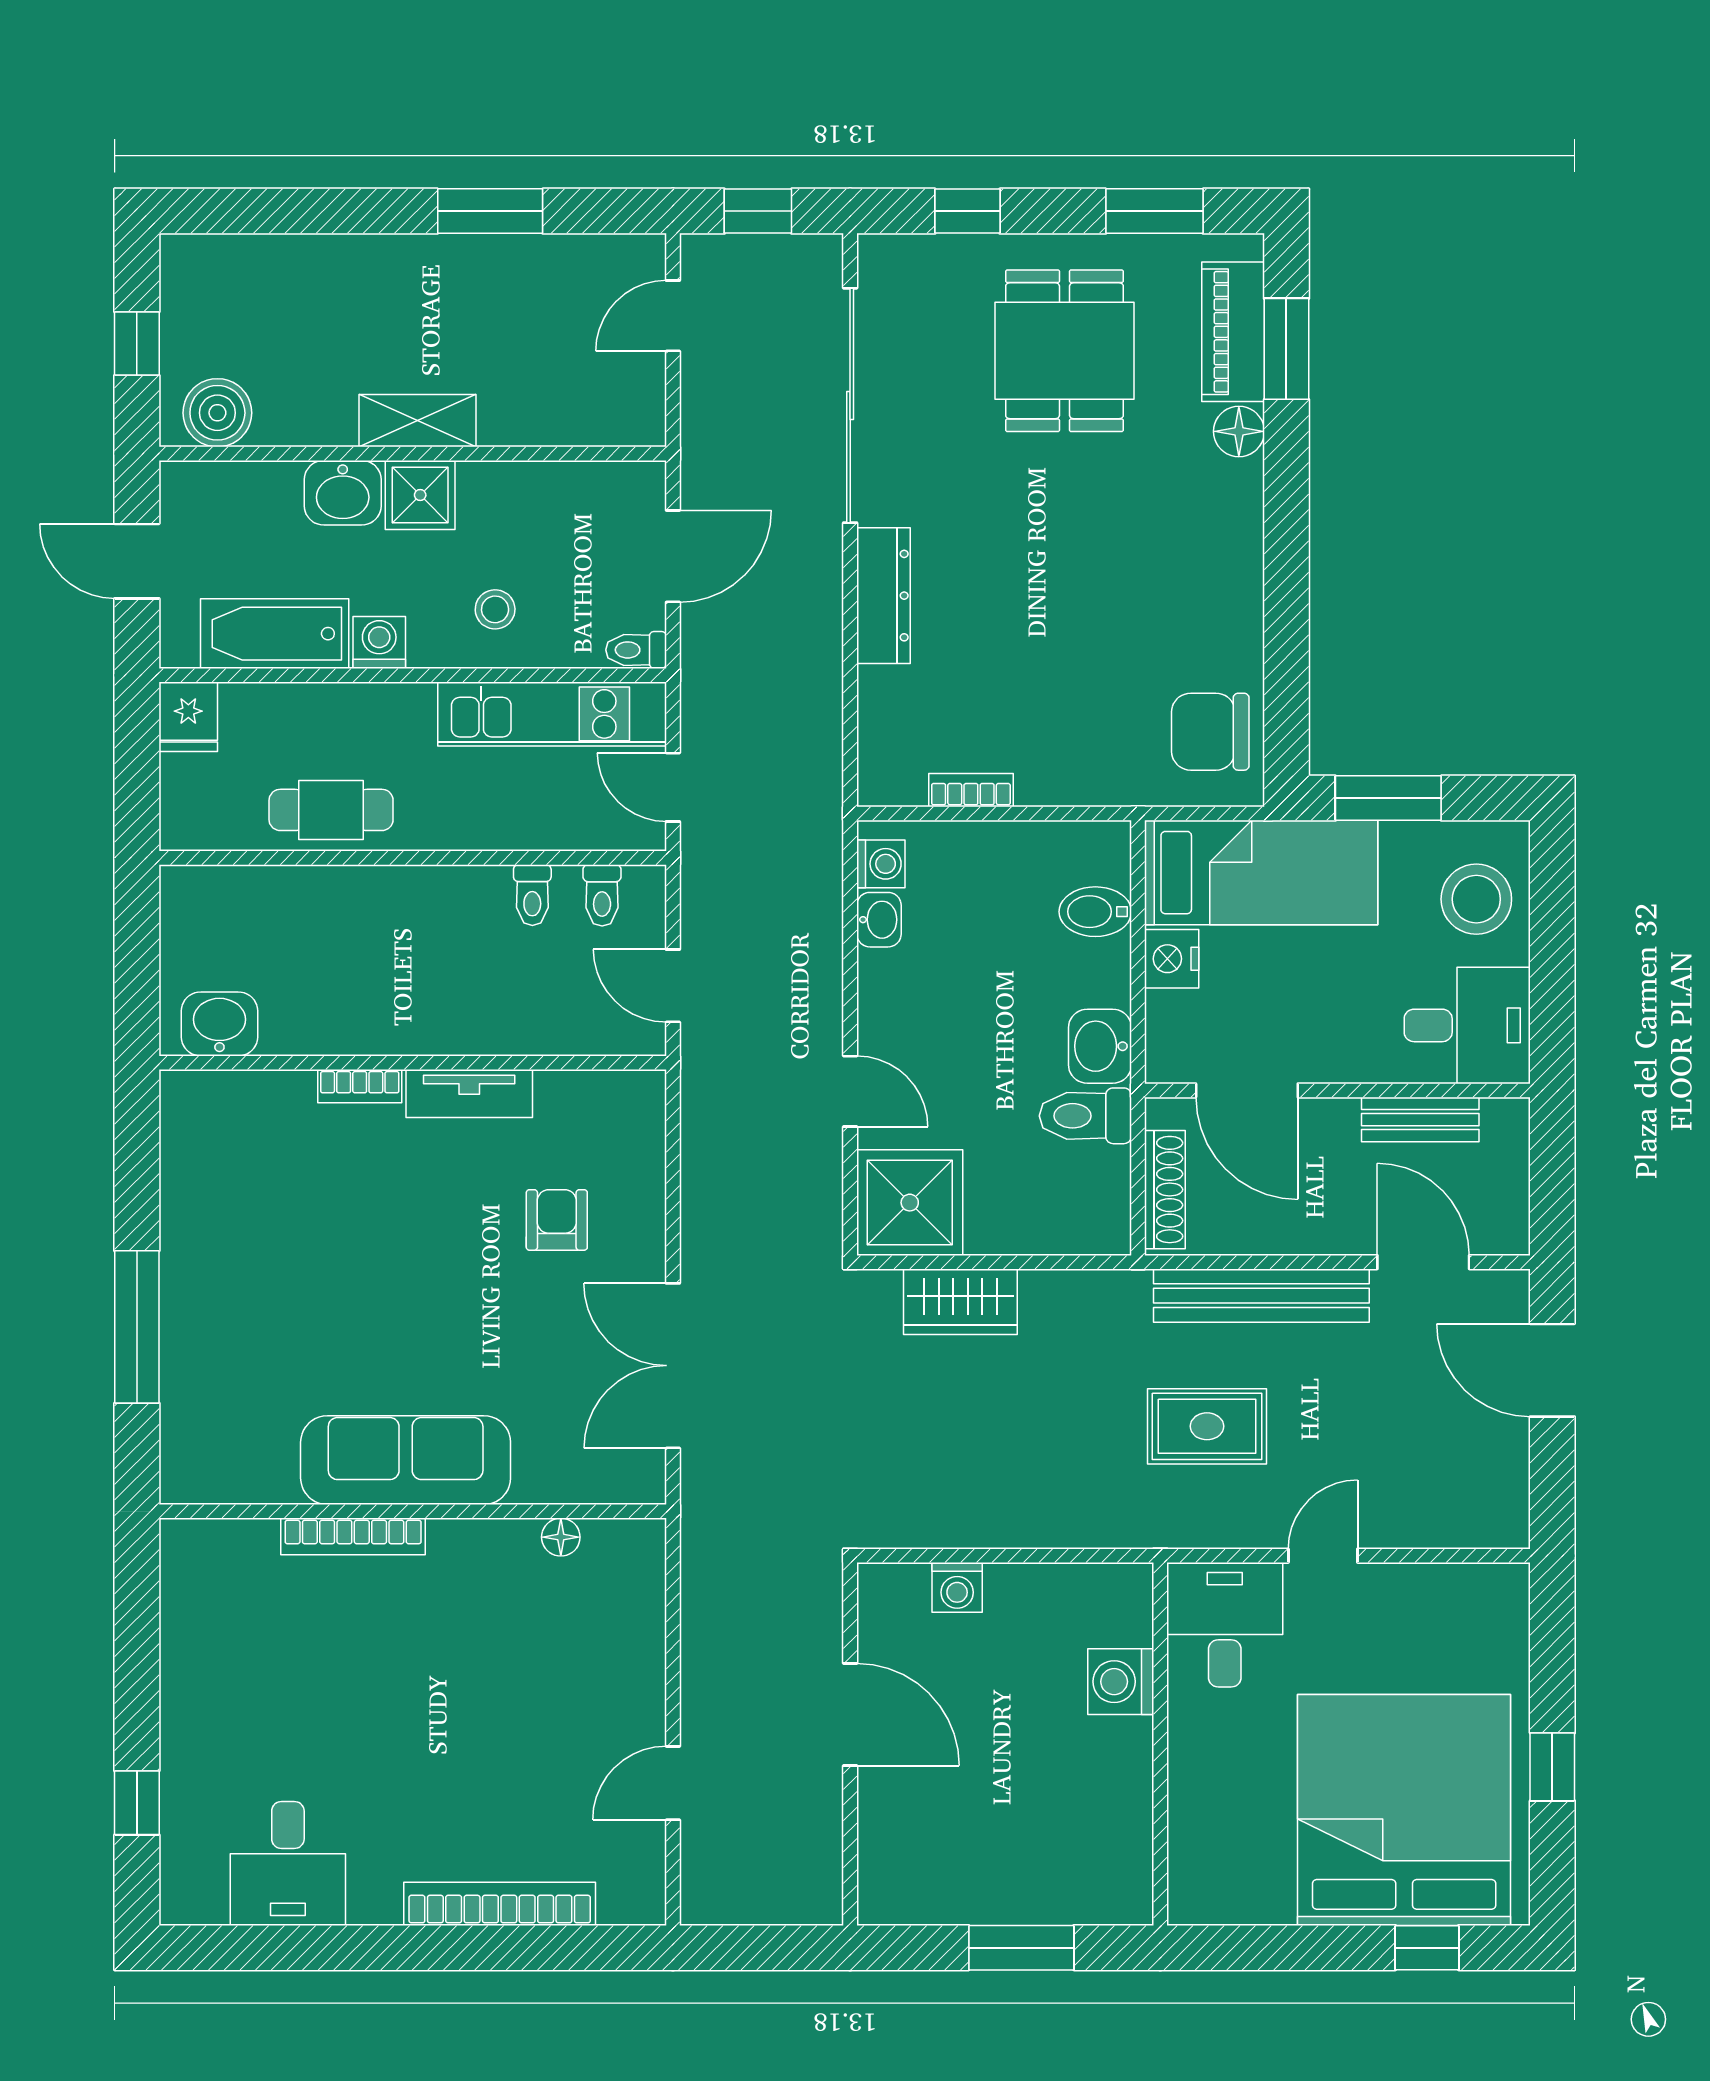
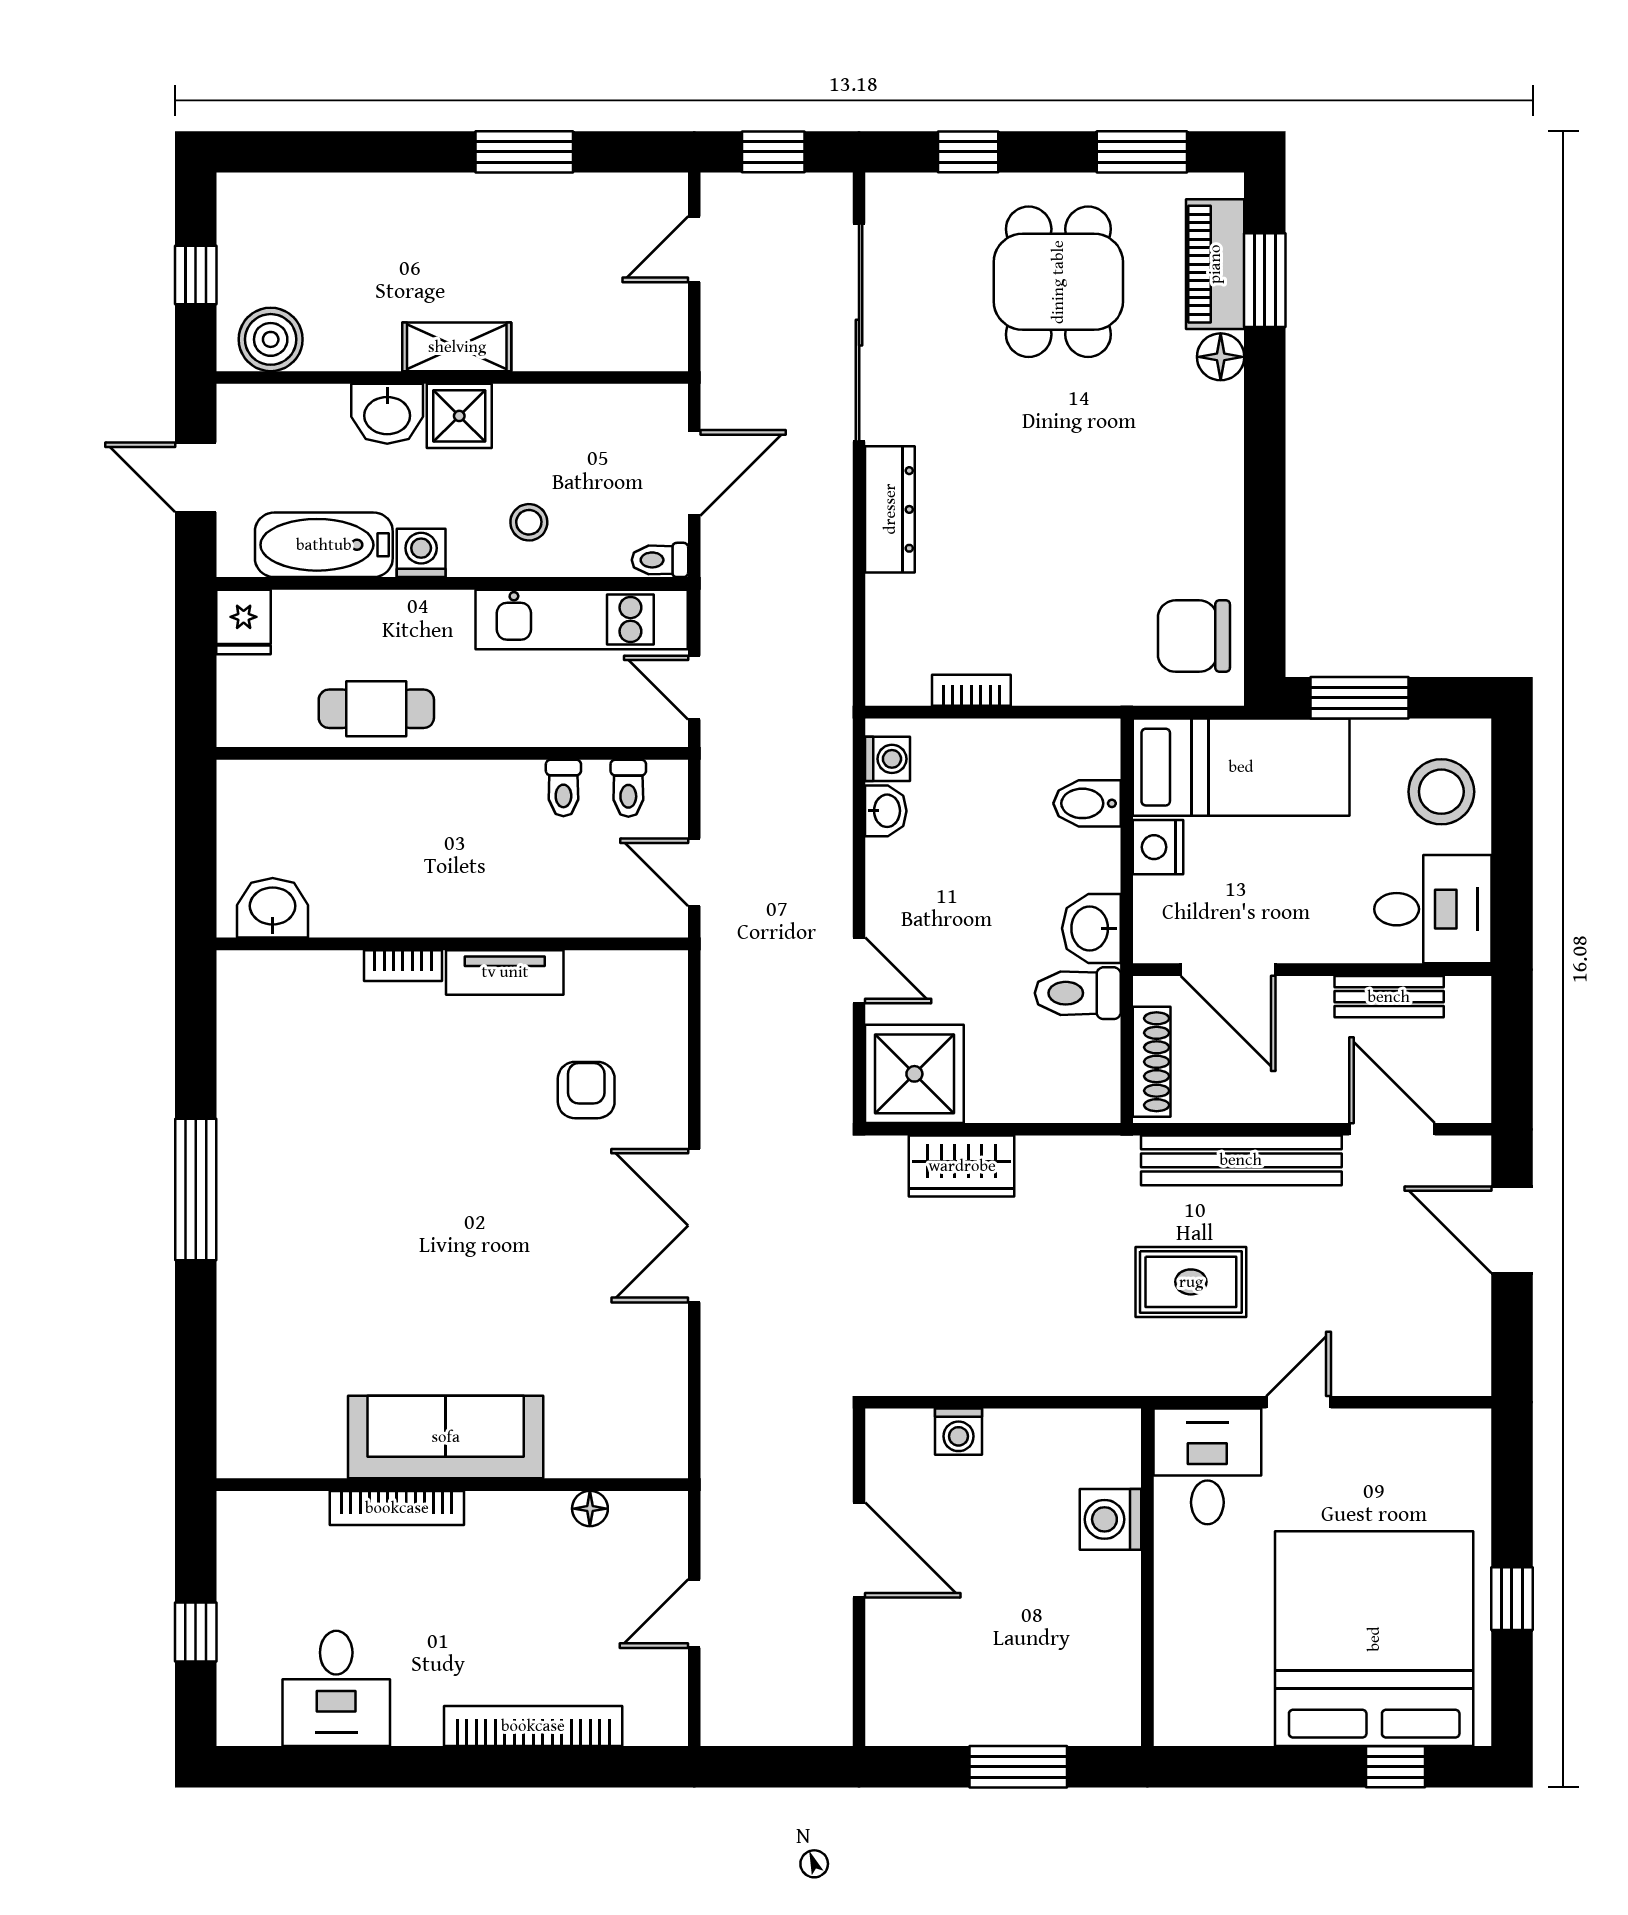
sofa: (406, 1460) -> (446, 1437), moved
wall: (413, 1511) -> (452, 1485), moved
bookcase: (353, 1536) -> (397, 1508), moved
floor lamp: (561, 1537) -> (590, 1509), moved

